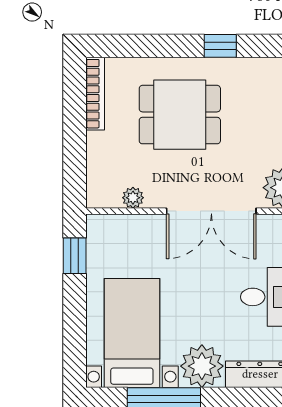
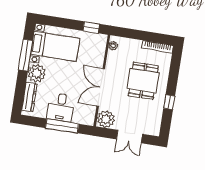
plant: (133, 198) -> (113, 46), moved

